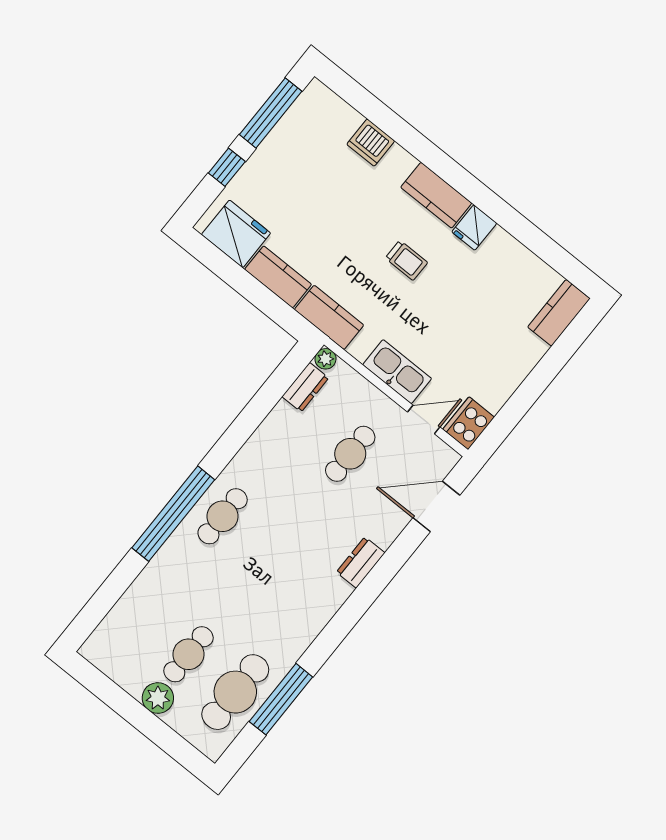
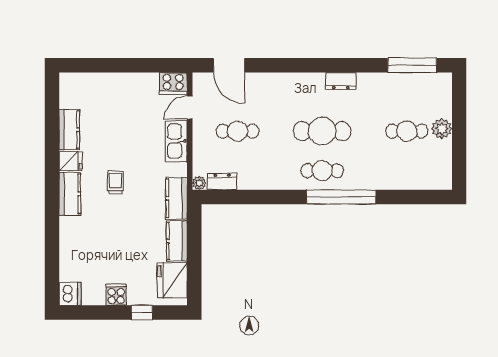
window: (271, 113) -> (96, 313), removed
dishwasher: (371, 143) -> (70, 294), moved
cooker: (273, 154) -> (116, 295), added
kitchen counter: (559, 313) -> (69, 130), moved, turned -90
door: (424, 420) -> (190, 108), hinge flipped
dresser: (361, 562) -> (341, 81), moved
cafe table: (235, 692) -> (322, 131), moved
window: (281, 699) -> (412, 65), moved

